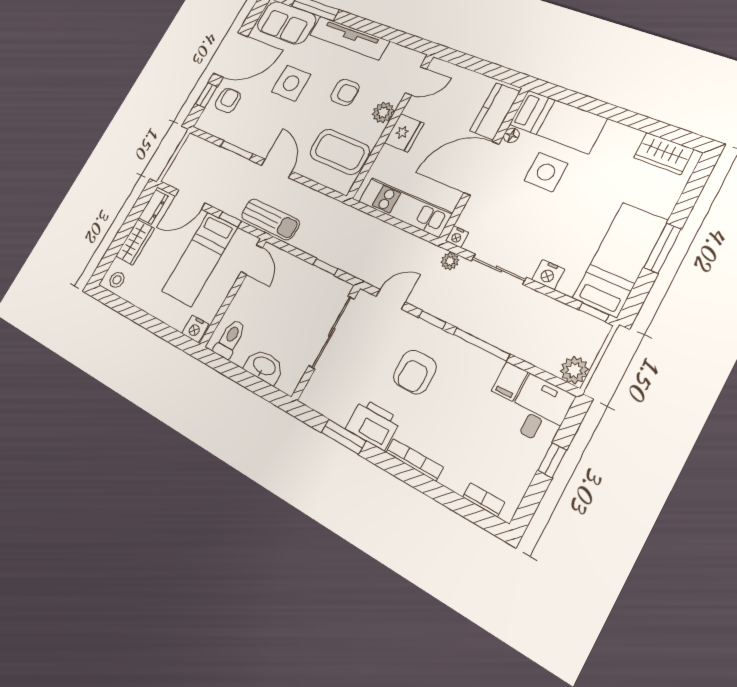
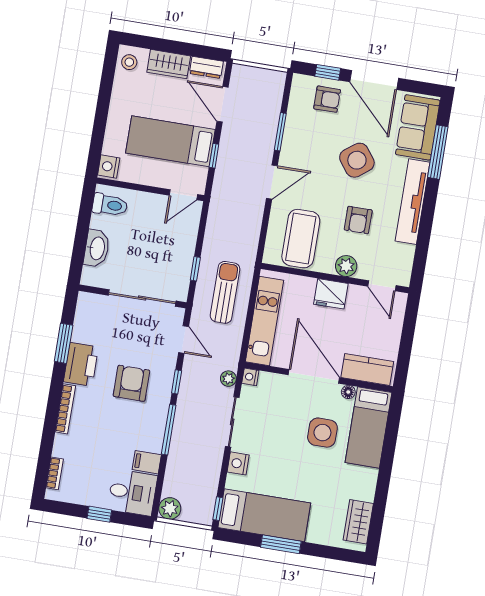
side table: (291, 83) -> (357, 160), turned -37
sun lounger: (270, 219) -> (225, 292), moved, turned 180
armchair: (415, 372) -> (131, 383), turned 90

